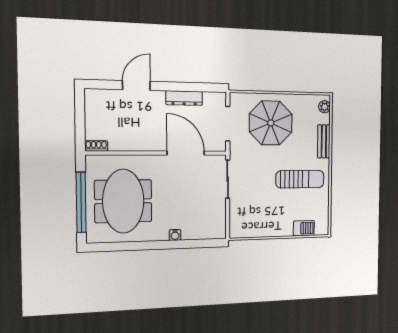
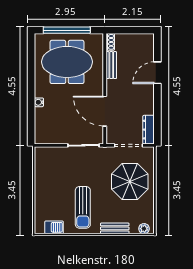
door: (136, 85) -> (157, 73), swing flipped
dresser: (184, 98) -> (149, 130), moved
bench: (127, 145) -> (111, 65), added
door: (186, 153) -> (105, 111), swing flipped
barbecue: (304, 228) -> (54, 227), moved, turned -90

